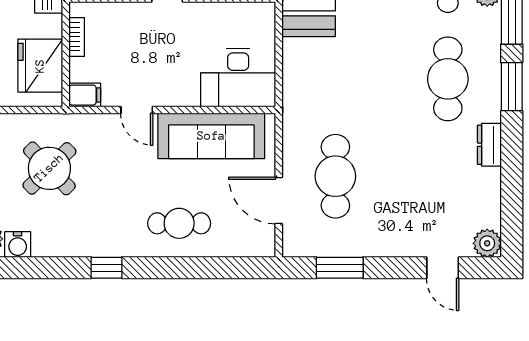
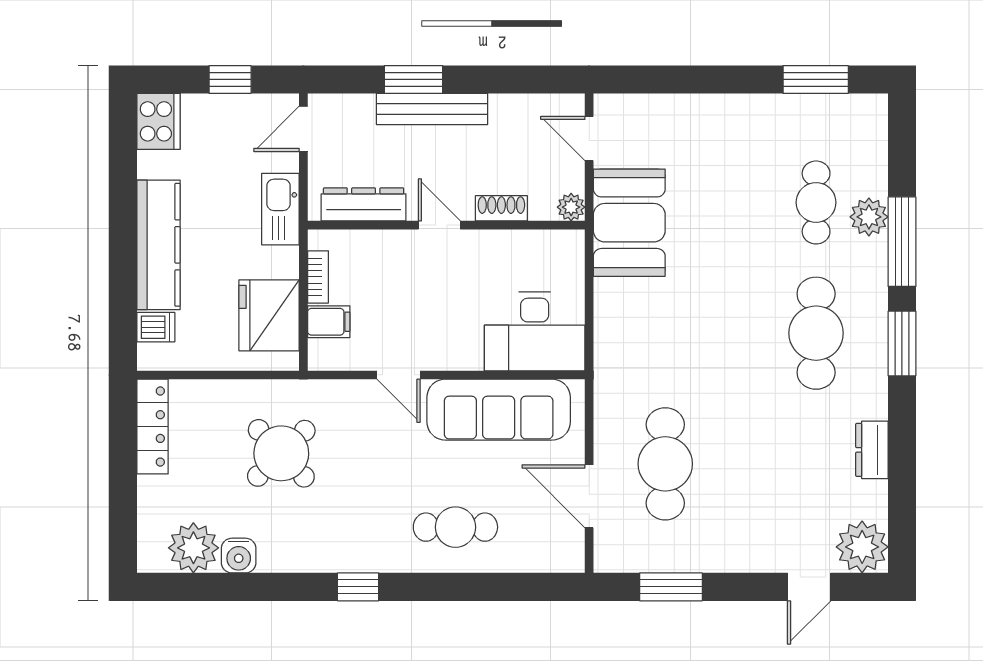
filing cabinet: (85, 95) -> (329, 322), moved
dresser: (489, 145) -> (872, 450), moved
plant: (487, 243) -> (862, 547), width x1.36, depth x1.36
door: (443, 268) -> (809, 587), hinge flipped

